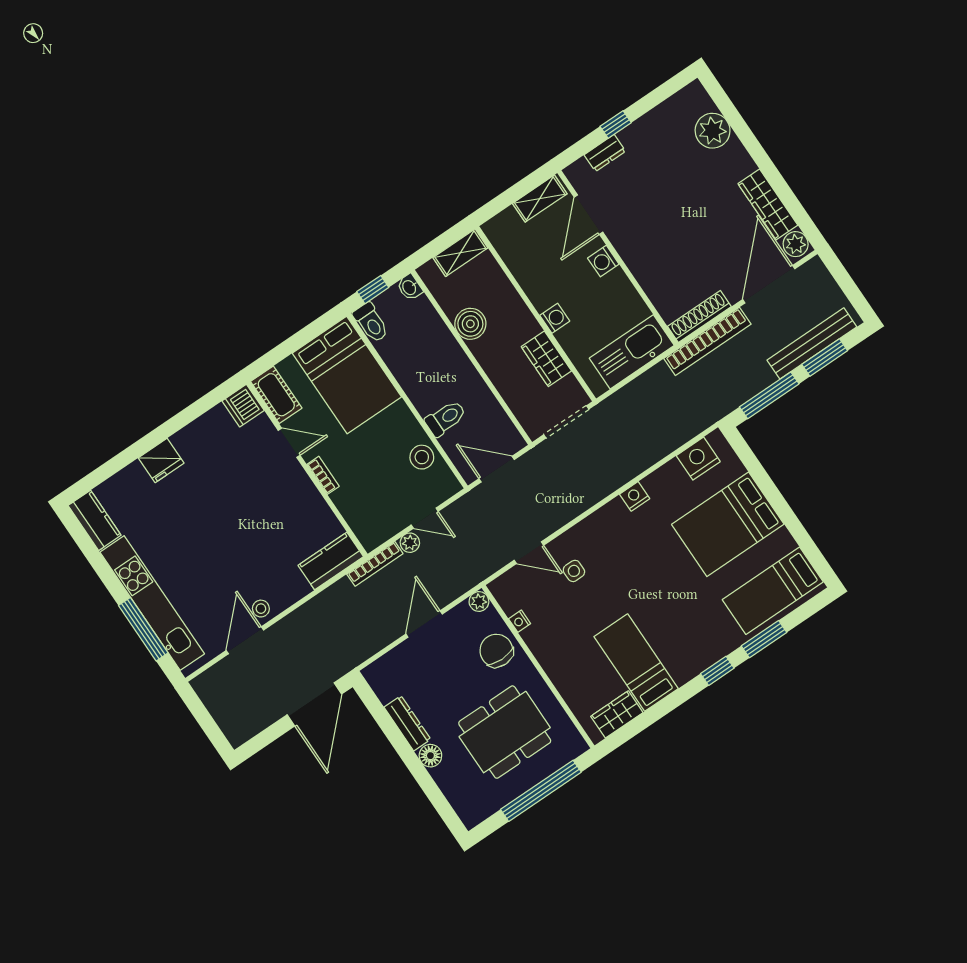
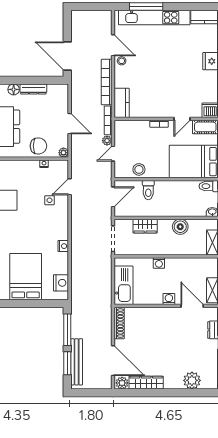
bookcase: (707, 341) -> (107, 82), moved
wardrobe: (546, 359) -> (145, 226), moved, turned 180

